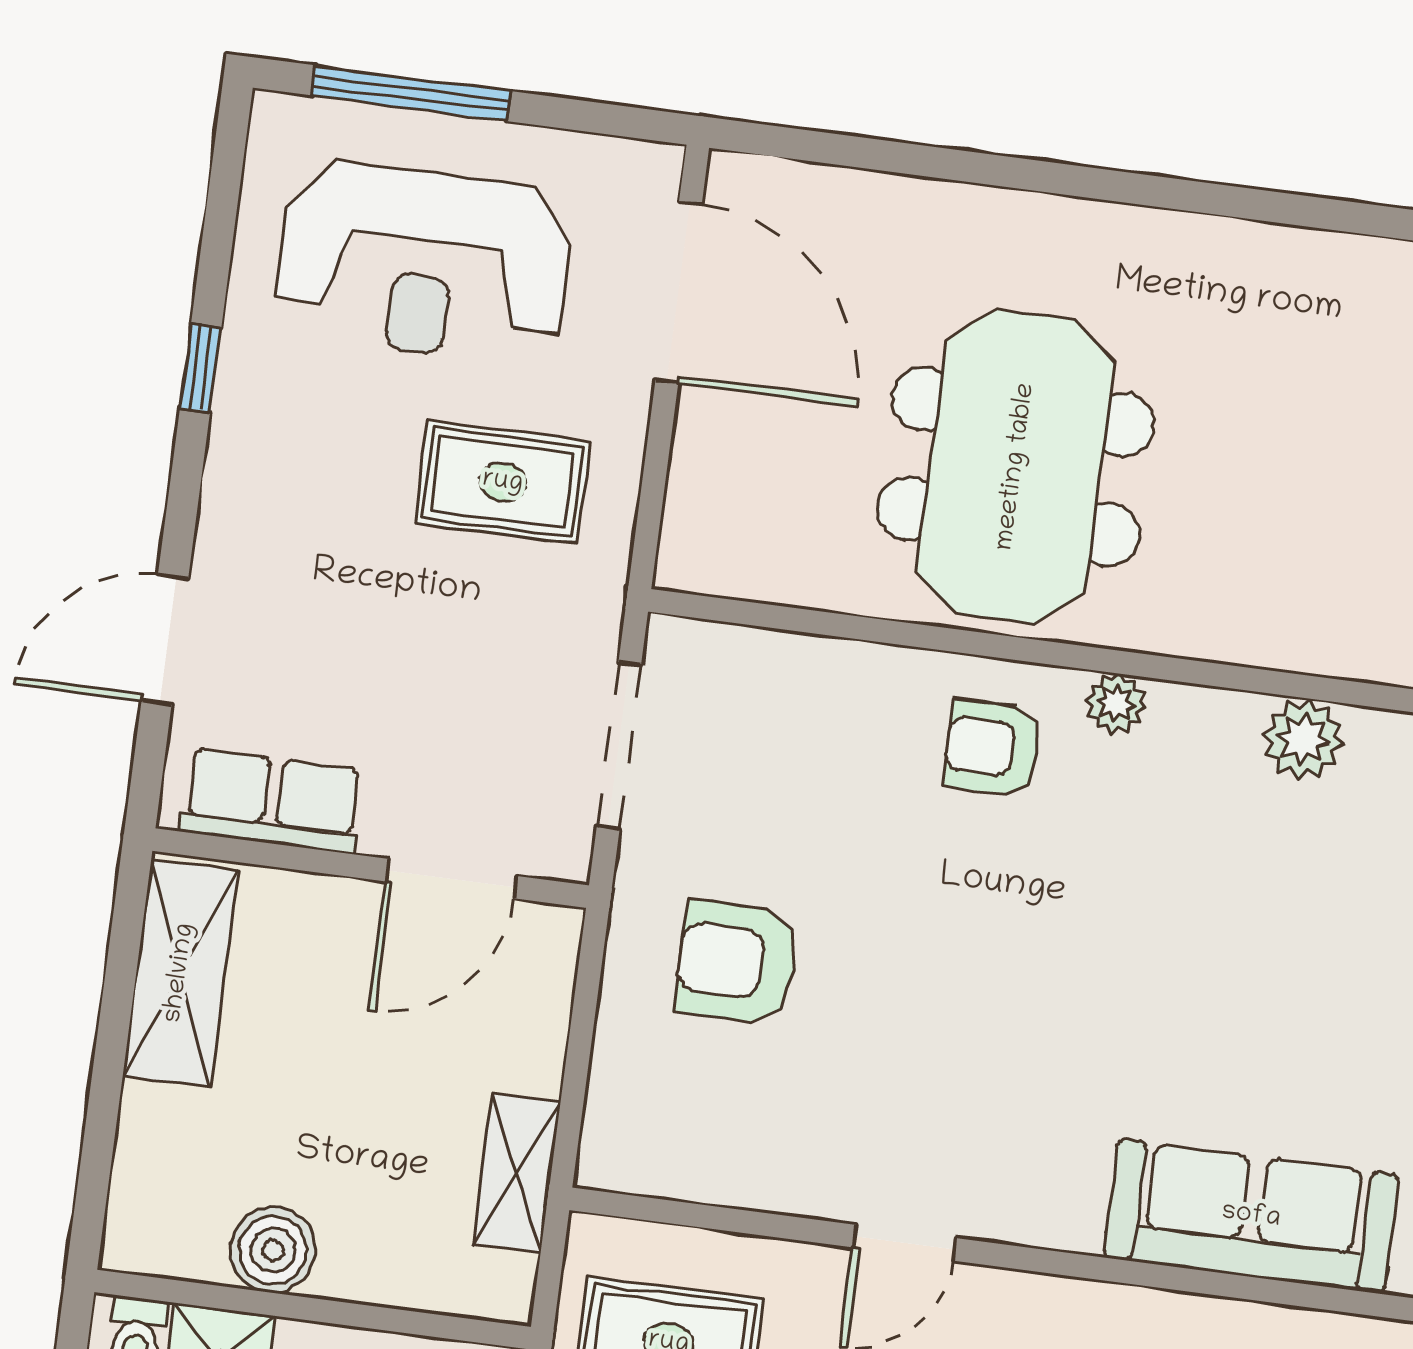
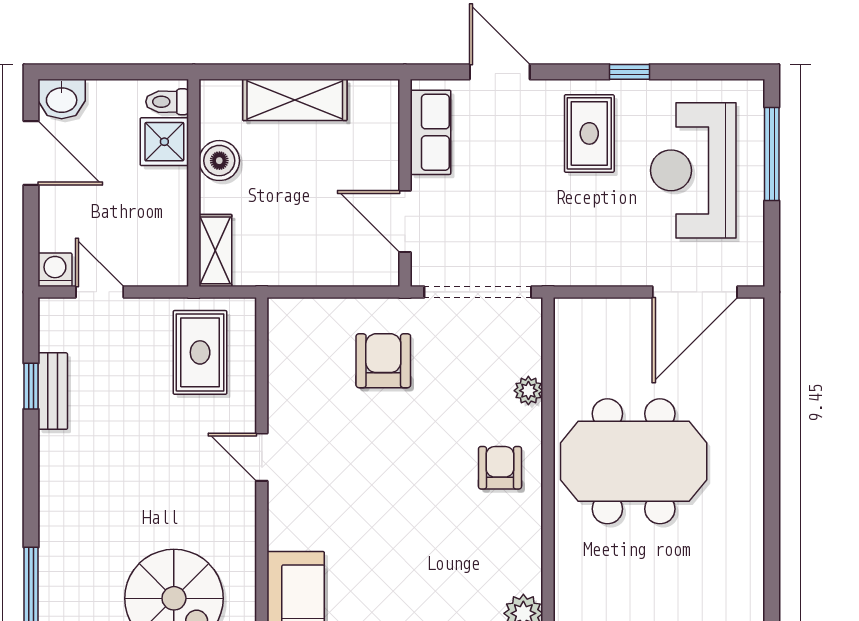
rug: (503, 482) -> (589, 133), moved
plant: (1116, 704) -> (528, 391), moved
doorway: (619, 746) -> (478, 292), width x1.36
shelving: (180, 973) -> (295, 100), moved
shelving: (517, 1174) -> (215, 250), moved, turned 90

